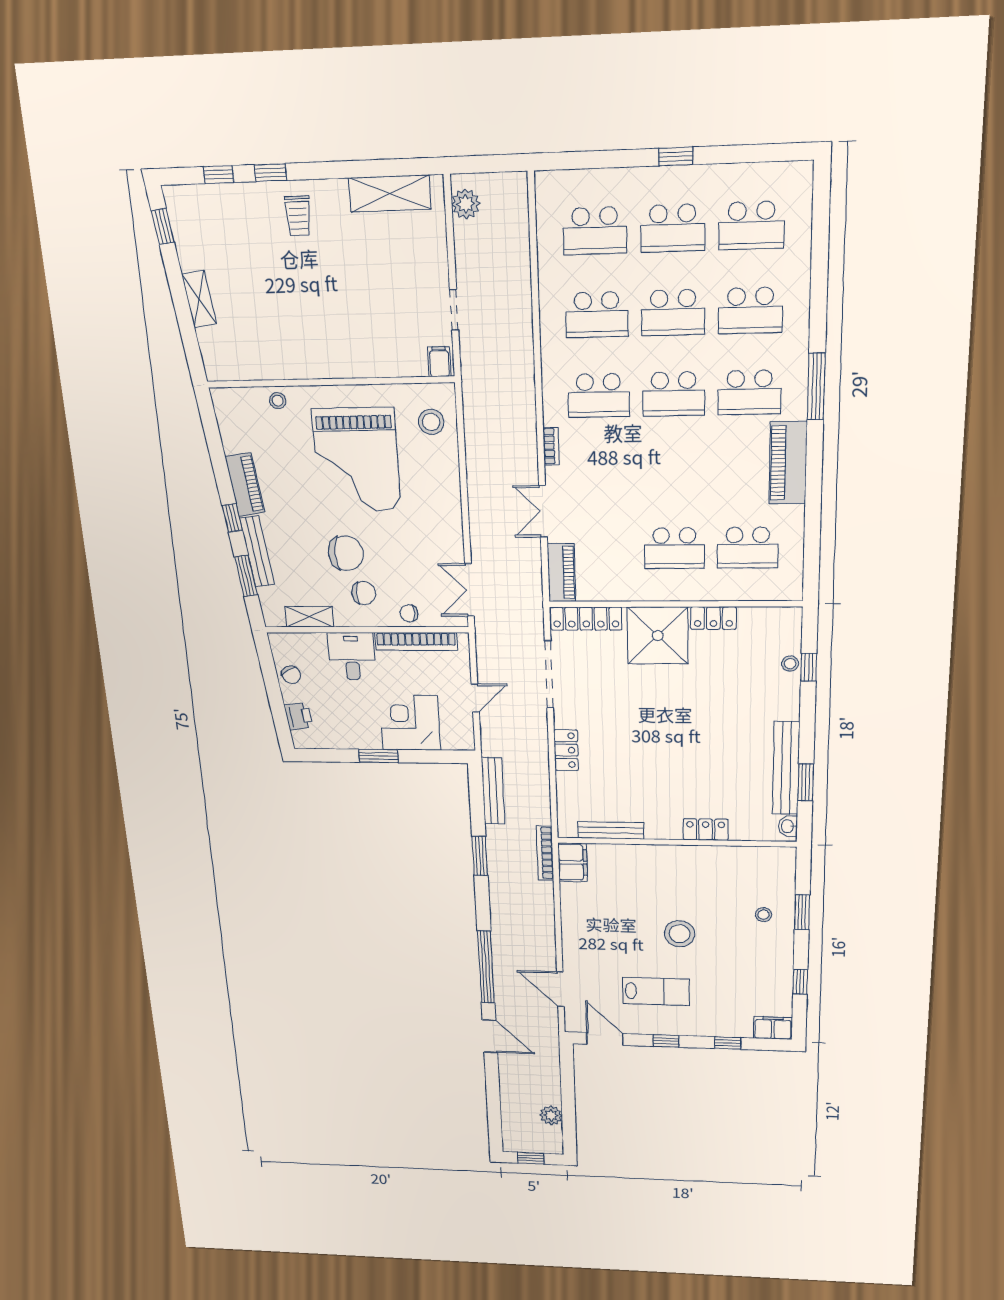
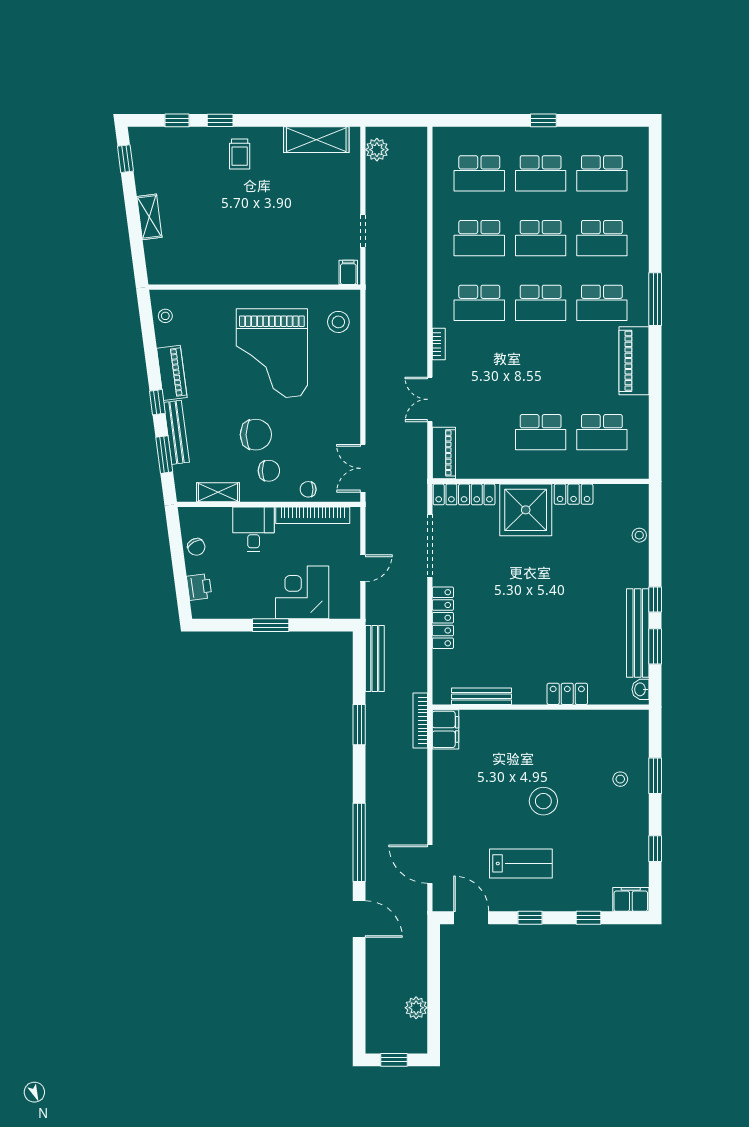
stool: (278, 401) -> (165, 316), moved
window: (809, 667) -> (655, 600), moved
locker: (566, 750) -> (443, 618), width x1.53

